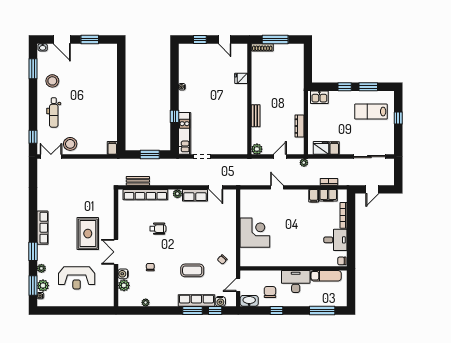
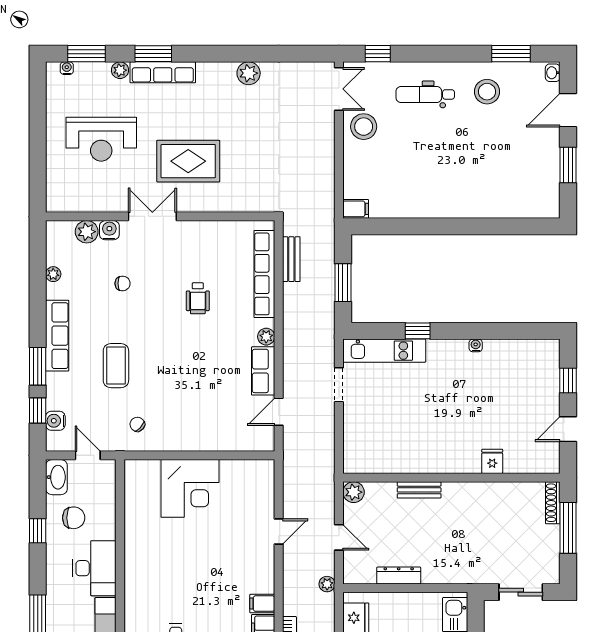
sliding door: (308, 64) -> (521, 592), added
row of seats: (42, 228) -> (163, 72), moved
reception desk: (77, 278) -> (101, 139), turned -90
plant: (43, 286) -> (249, 73), moved
row of seats: (196, 300) -> (57, 336), moved

